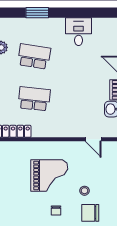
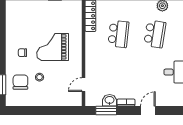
grand piano: (49, 175) -> (53, 47), turned 90

